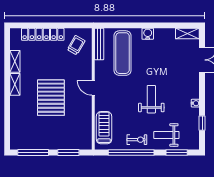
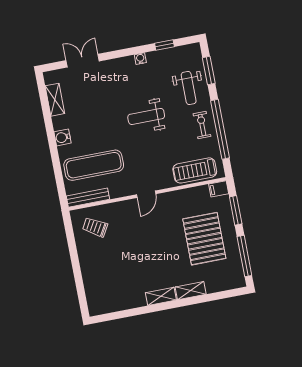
shelving: (187, 33) -> (55, 100), moved
locker: (43, 34) -> (89, 273), removed
shelving: (15, 61) -> (191, 291), moved
pallet: (51, 98) -> (204, 239), moved, turned 90
filing cabinet: (87, 143) -> (219, 189), added

